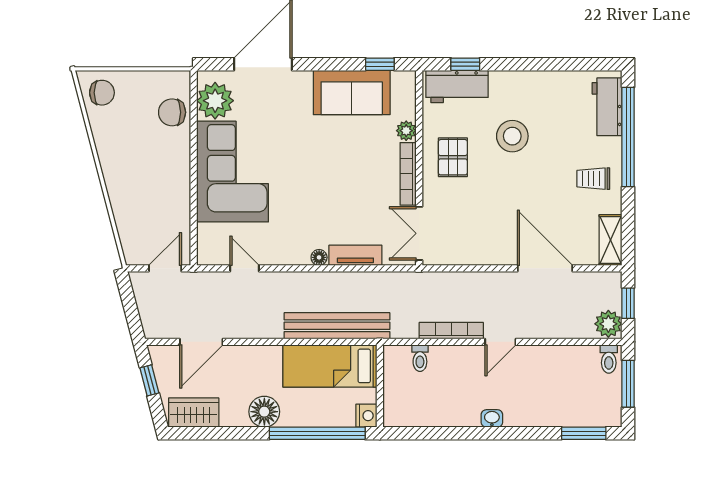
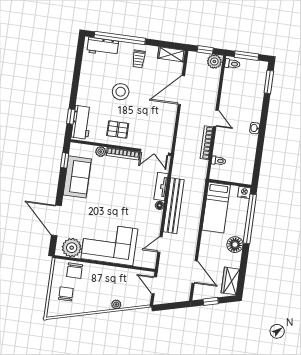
chair: (102, 93) -> (66, 294), moved
stool: (512, 136) -> (121, 92), moved
plant: (118, 201) -> (116, 305), added
bench: (337, 326) -> (174, 206), moved

